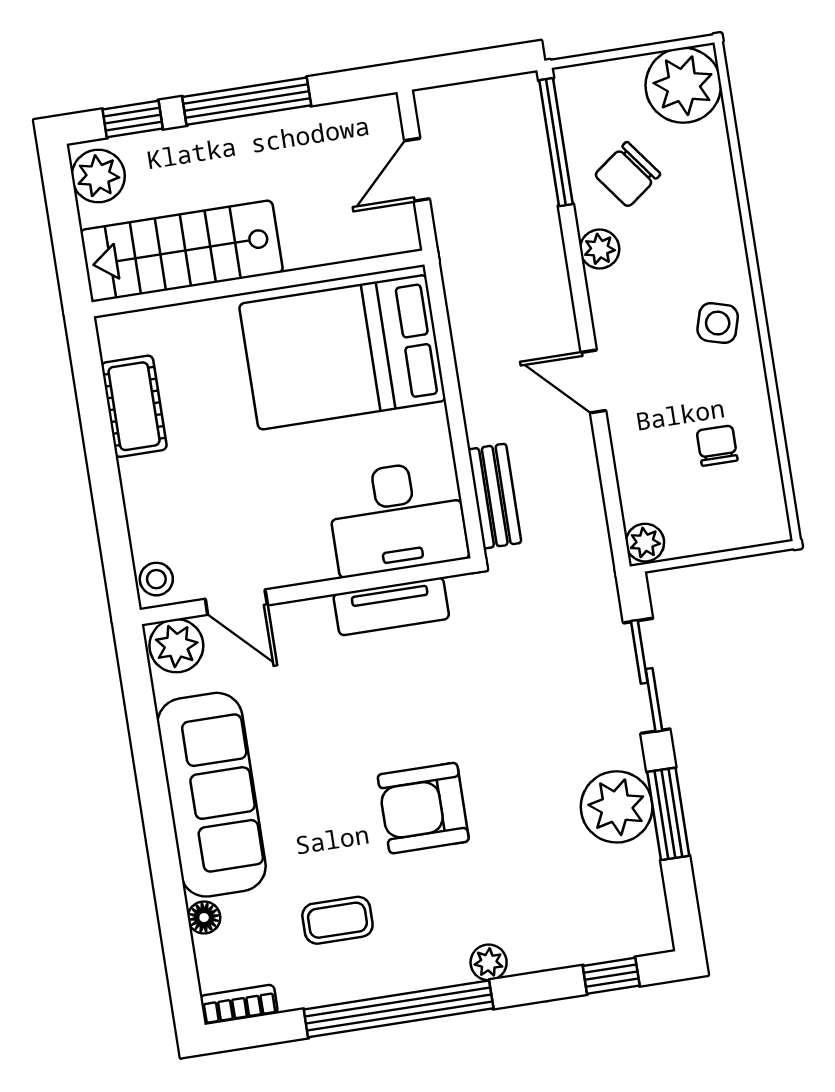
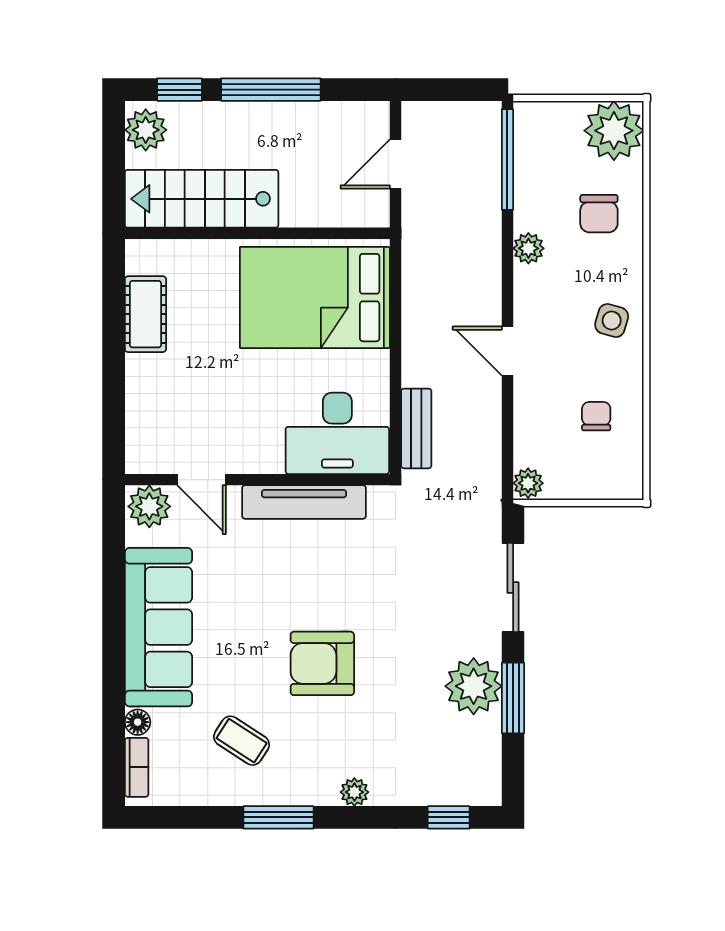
chair: (627, 175) -> (599, 214), moved, turned -53
stool: (156, 579) -> (142, 452), removed
tv unit: (391, 606) -> (304, 502), width x1.41
coffee table: (337, 920) -> (242, 741), turned 33
bookcase: (239, 1005) -> (137, 767), moved, turned 90
window: (399, 1009) -> (278, 817), width x0.47

